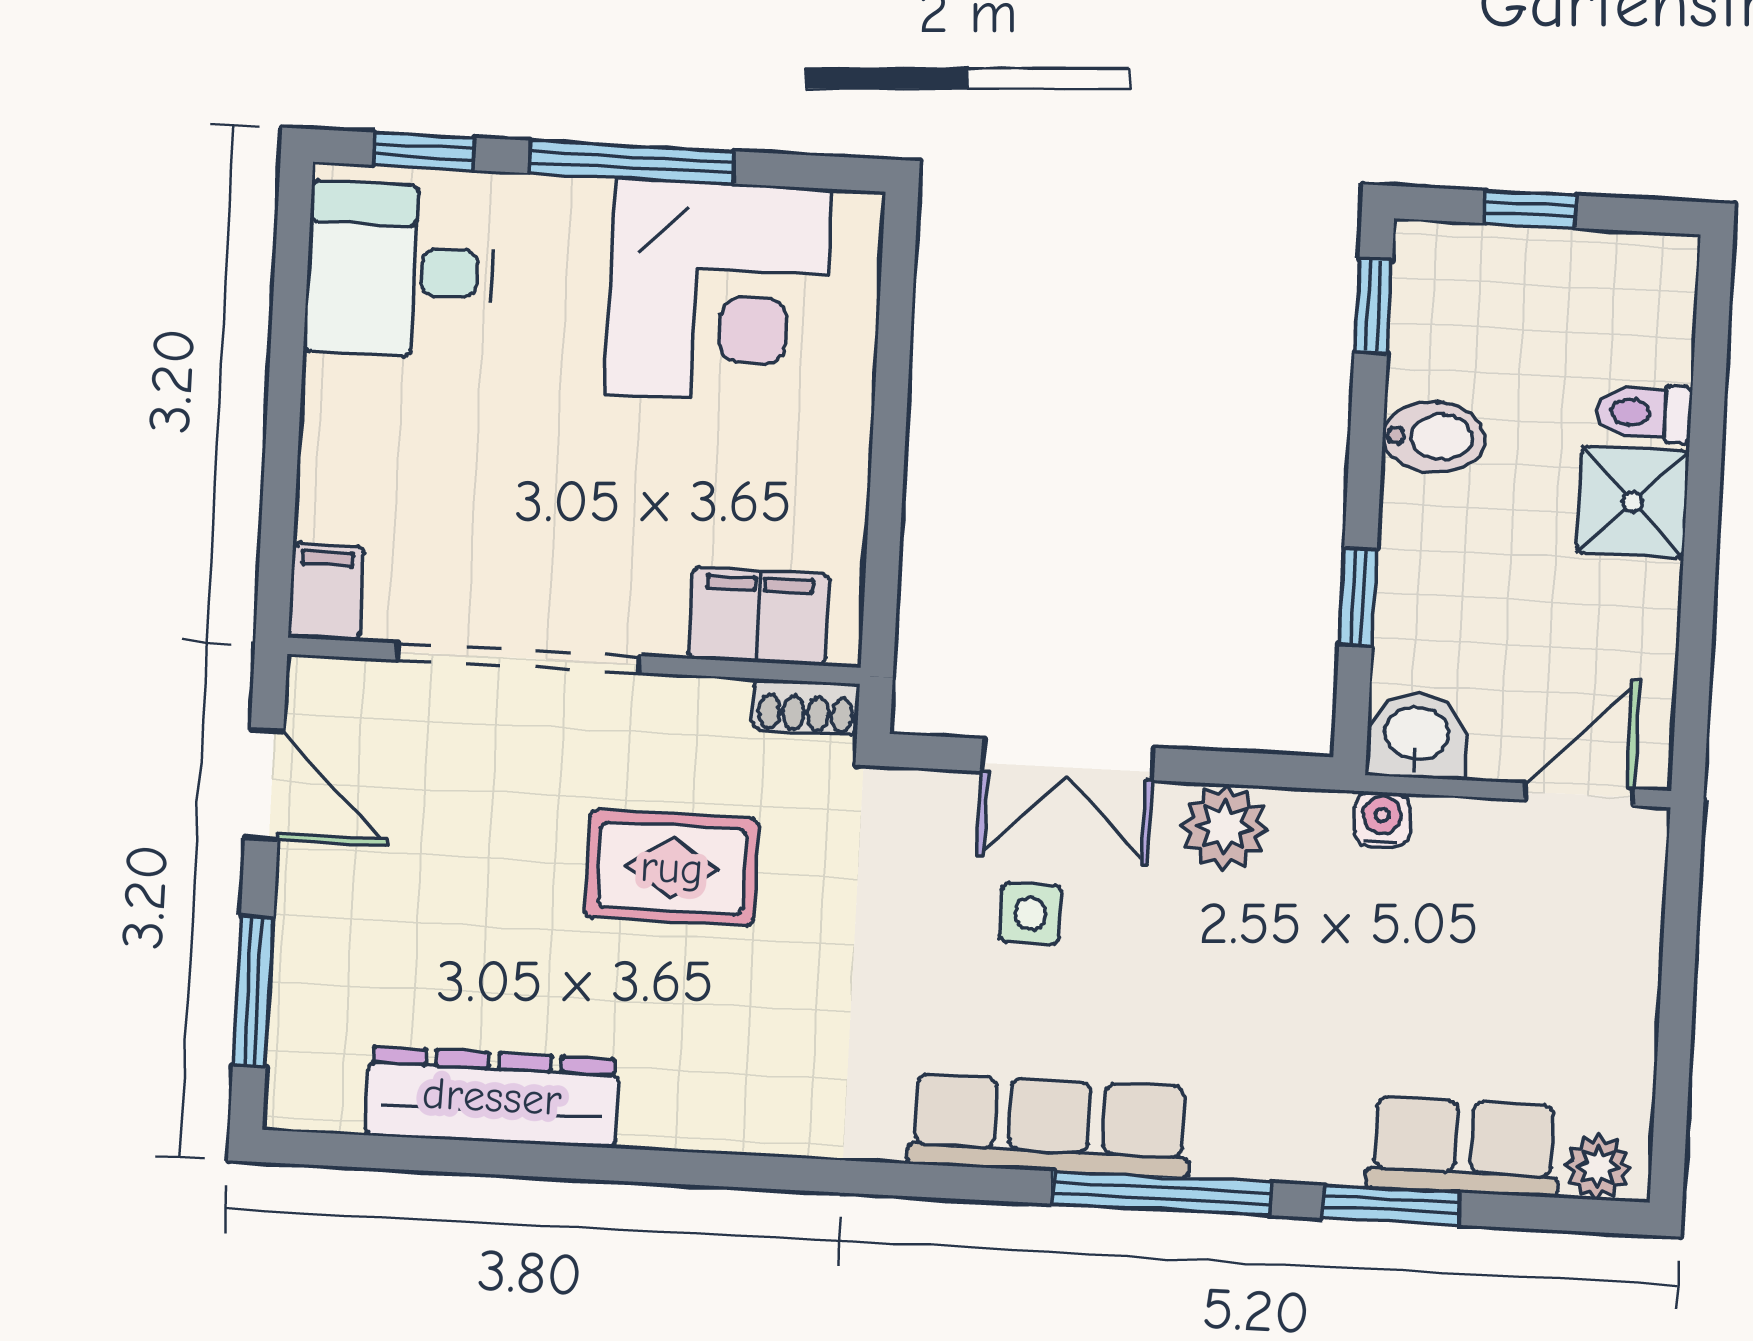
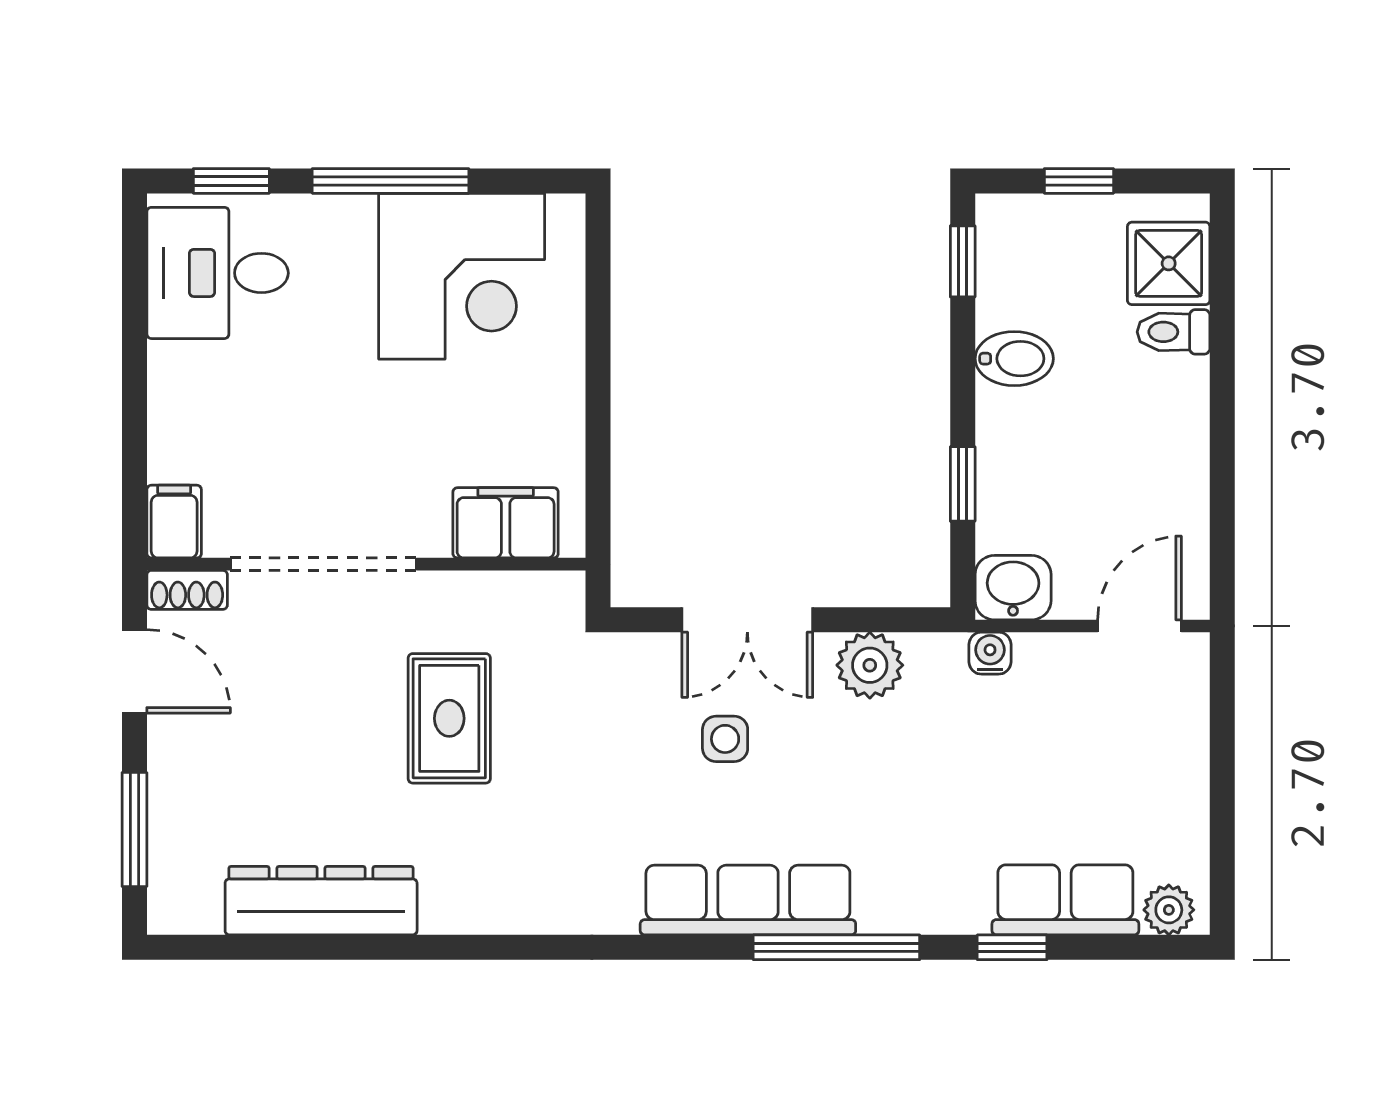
shower: (1633, 502) -> (1169, 263), moved
shoe rack: (806, 707) -> (187, 590), moved
rug: (672, 868) -> (449, 718), turned 90
window: (1391, 1205) -> (1012, 947), width x0.67

